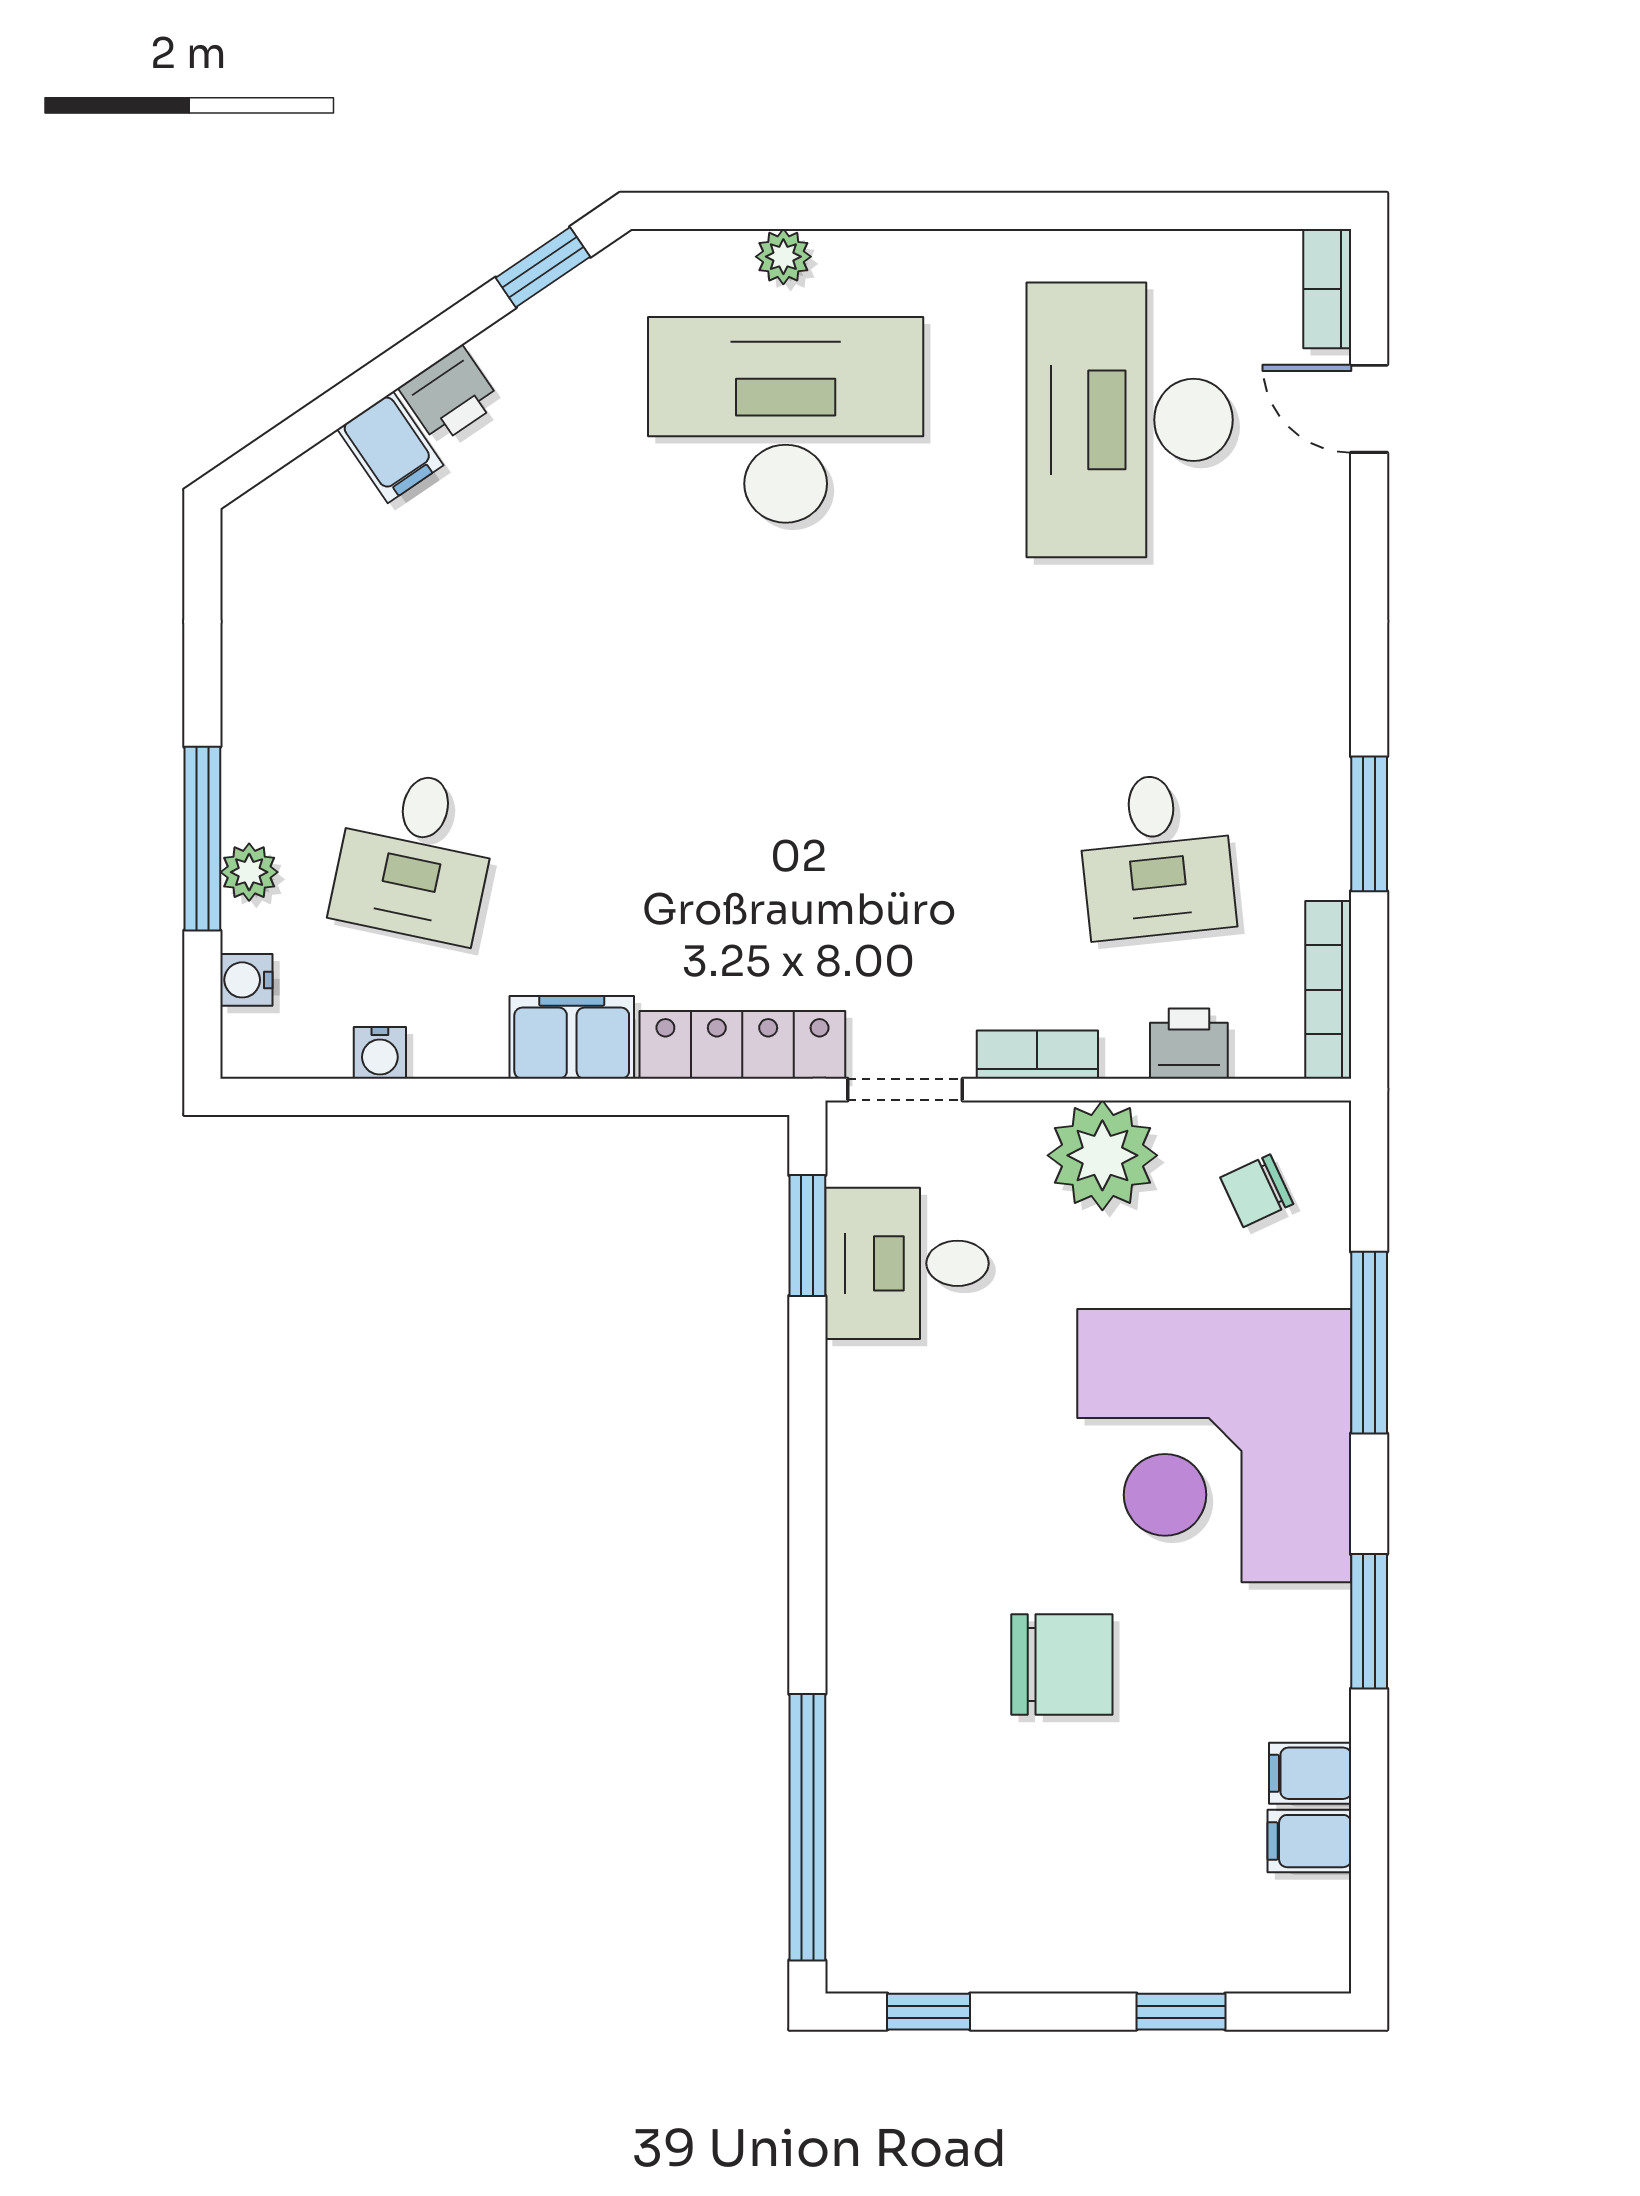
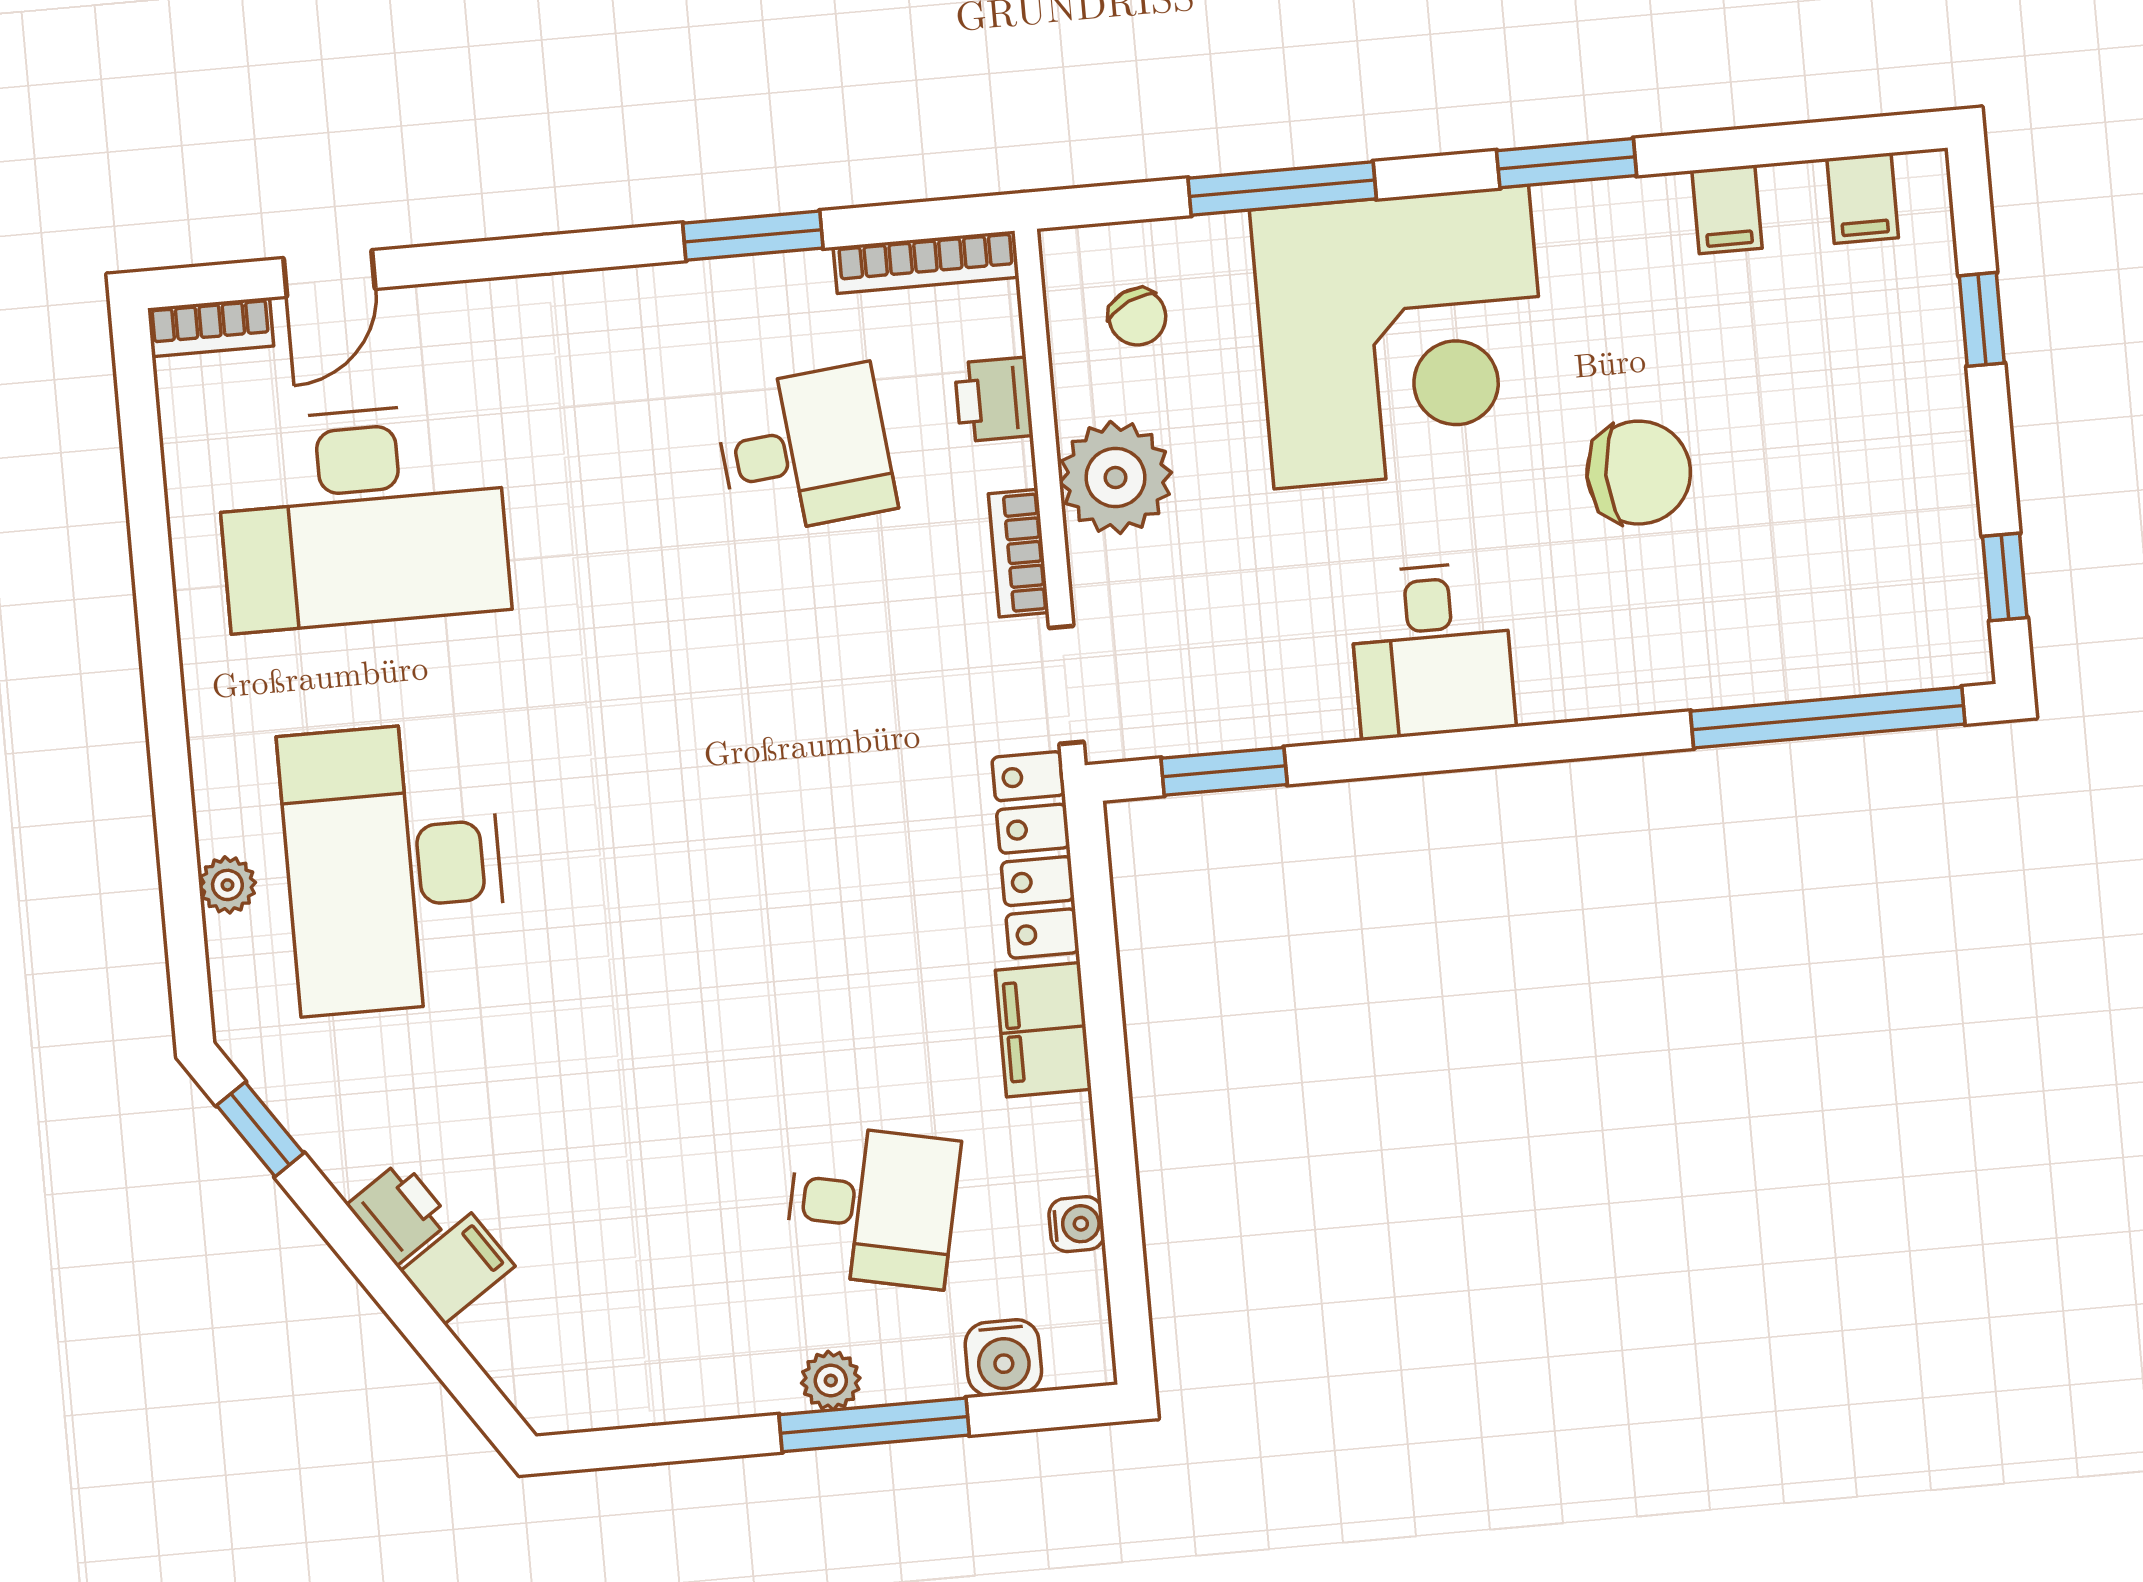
plant: (249, 872) -> (831, 1380), moved
water cooler: (246, 980) -> (1003, 1358), width x1.38, depth x1.38
desk: (907, 1263) -> (1432, 650), moved
chair: (1062, 1665) -> (1639, 473), turned 90
filing cabinet: (1309, 1841) -> (1863, 198), moved

